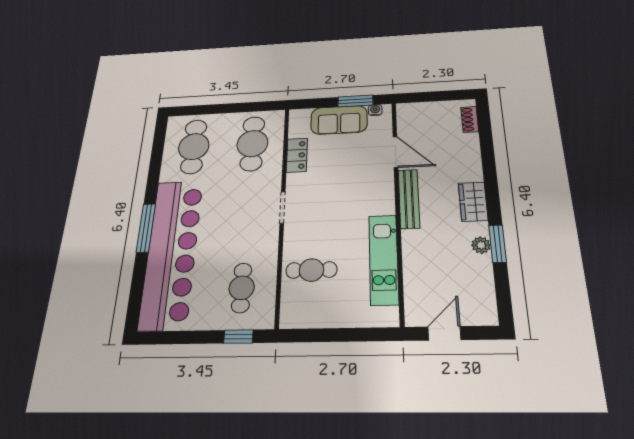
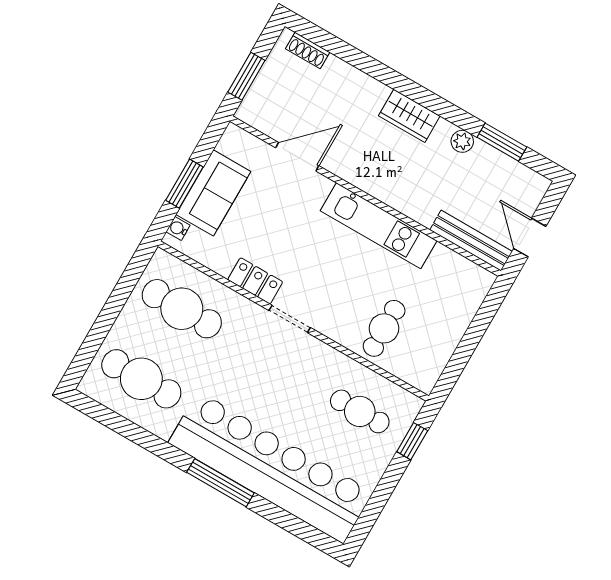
window: (427, 97) -> (246, 76), added
window: (355, 101) -> (184, 184), moved
water cooler: (375, 110) -> (178, 229), moved
locker: (297, 155) -> (255, 281), moved
bench: (409, 199) -> (471, 241), moved
window: (498, 244) -> (502, 142), moved
kitchen unit: (384, 259) -> (379, 226), moved

